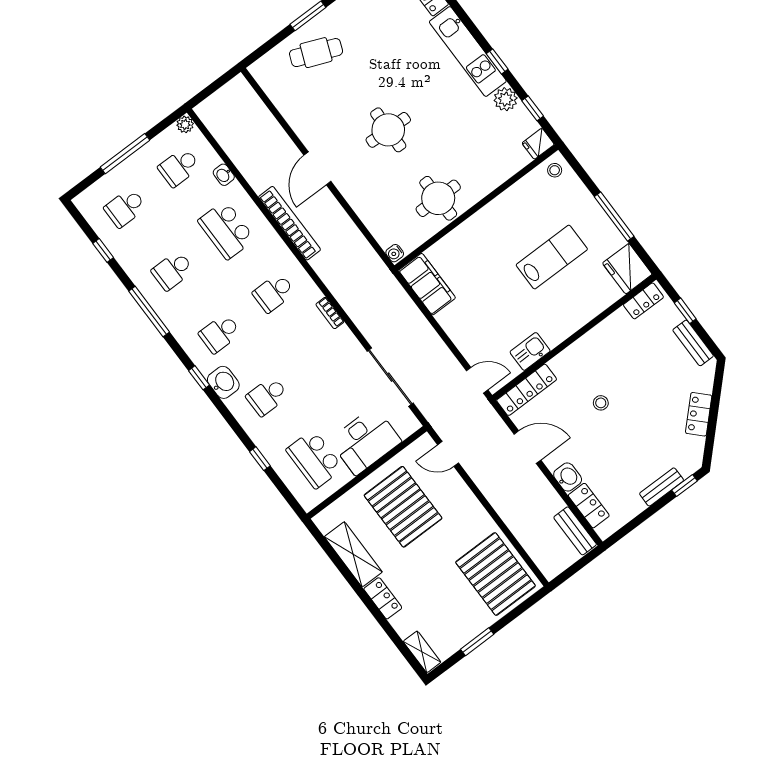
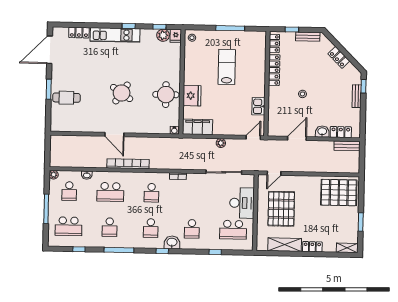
cafe table: (316, 53) -> (66, 98), turned 68
plant: (506, 99) -> (163, 35), moved
round table: (388, 130) -> (122, 93), turned 32
school desk: (125, 208) -> (68, 226), width x1.85
fridge: (627, 269) -> (192, 96), moved, turned -90
plant: (430, 338) -> (221, 143), added
locker: (527, 390) -> (274, 70), moved
pallet: (403, 507) -> (281, 209), turned 90

